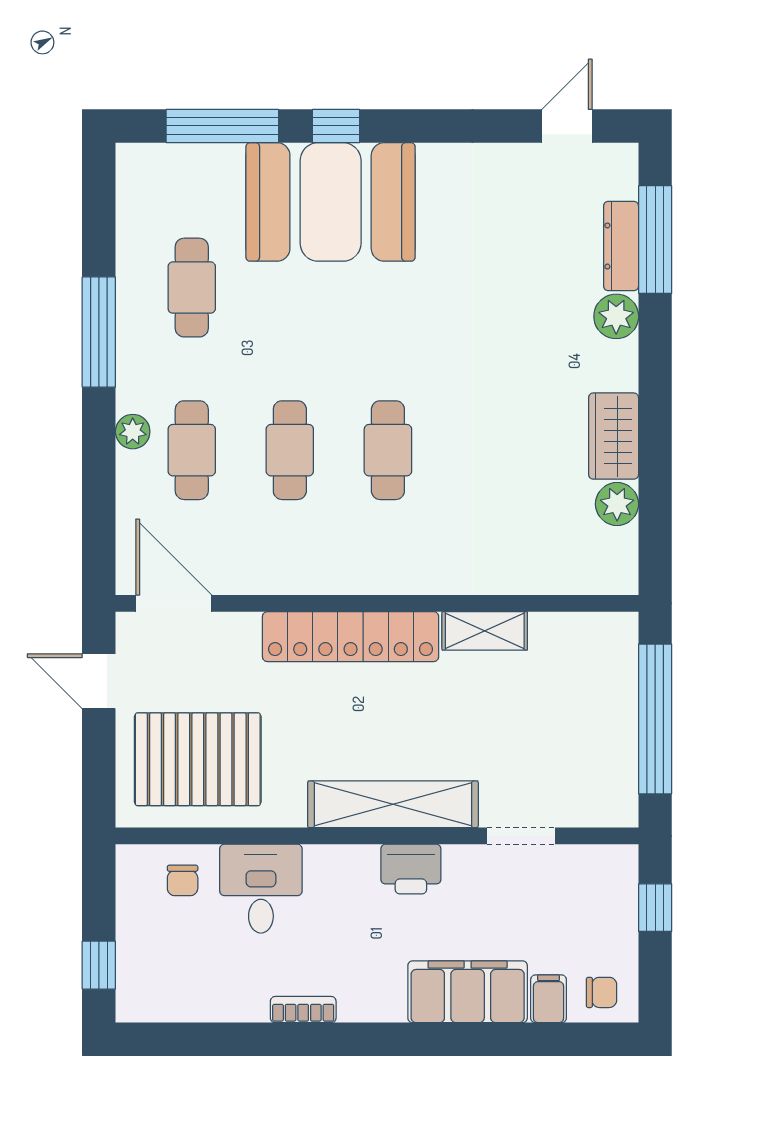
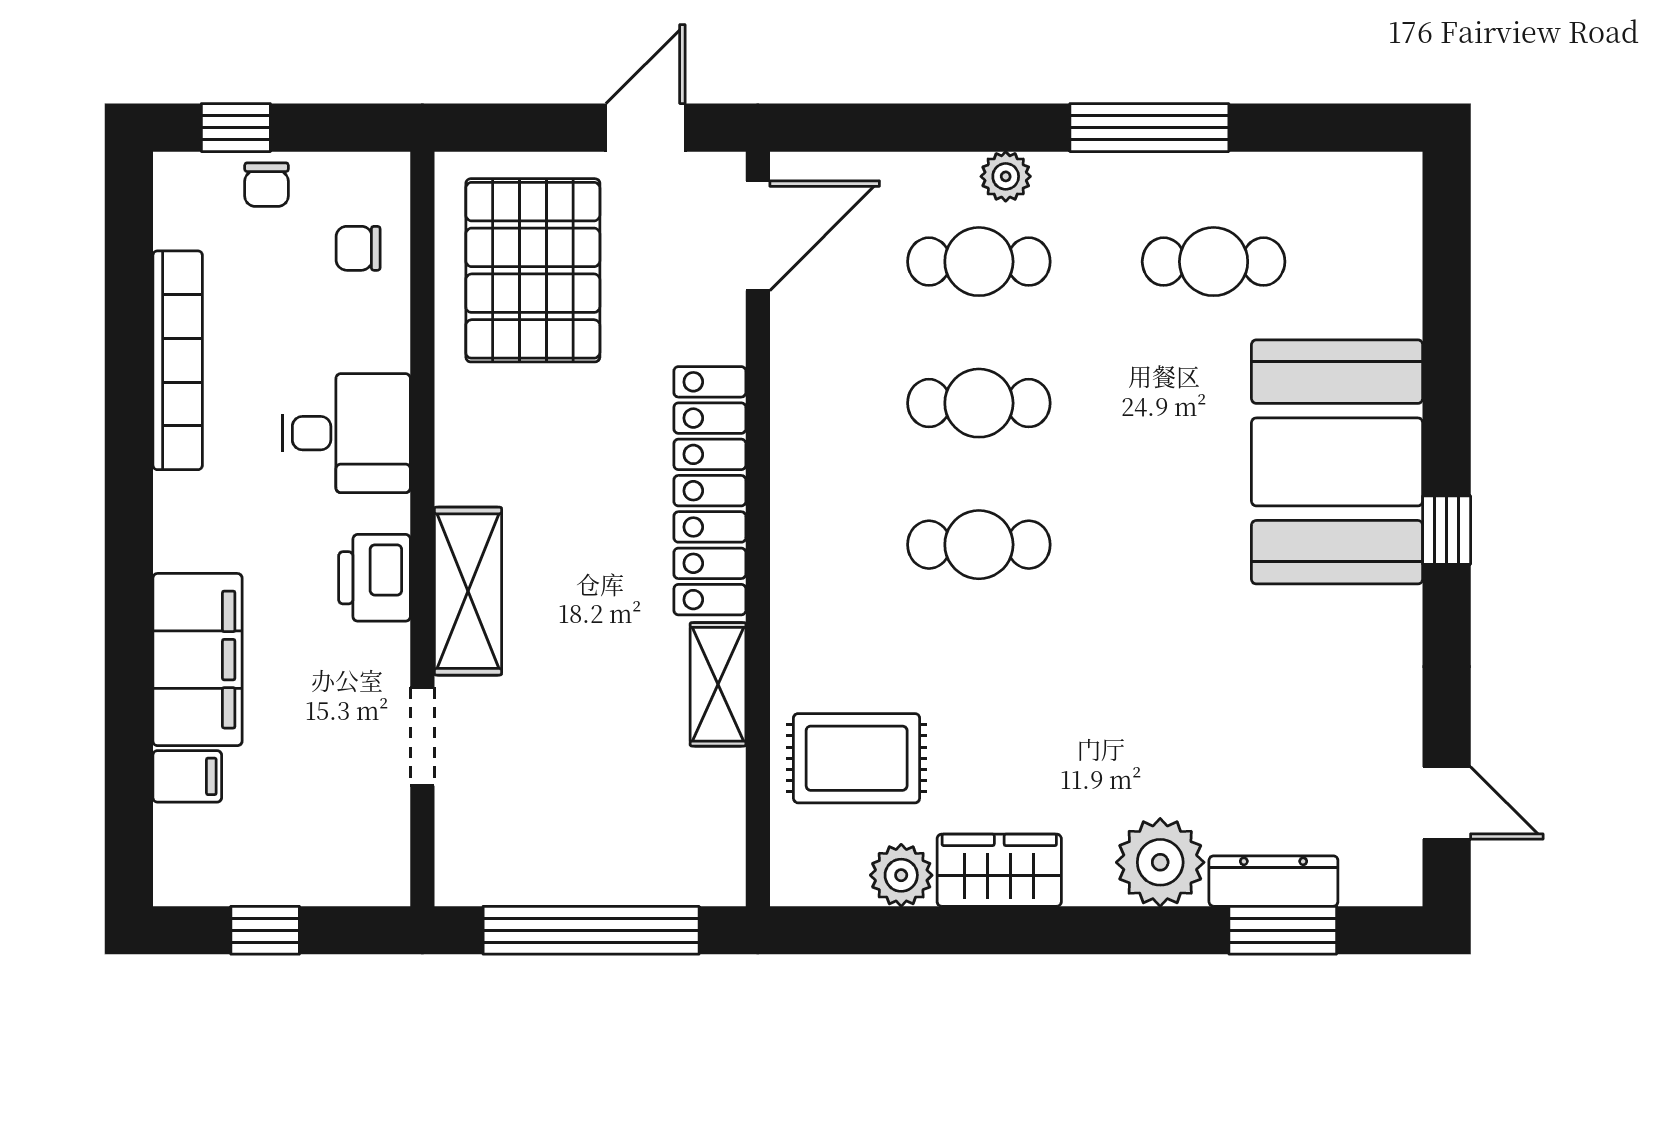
window: (222, 126) -> (1447, 306), removed
window: (336, 126) -> (1447, 530), moved
window: (655, 240) -> (1283, 930), width x0.69
plant: (616, 316) -> (1160, 862), width x1.36, depth x1.36
rug: (536, 535) -> (857, 758), added
shelving: (393, 804) -> (468, 591), width x0.68
desk: (261, 889) -> (346, 433), moved
window: (655, 908) -> (265, 930), moved
chair: (602, 992) -> (267, 185), moved
bookcase: (303, 1010) -> (178, 360), width x2.31, depth x1.31

